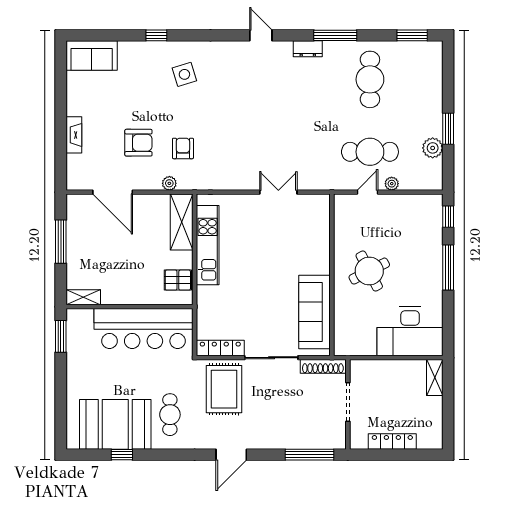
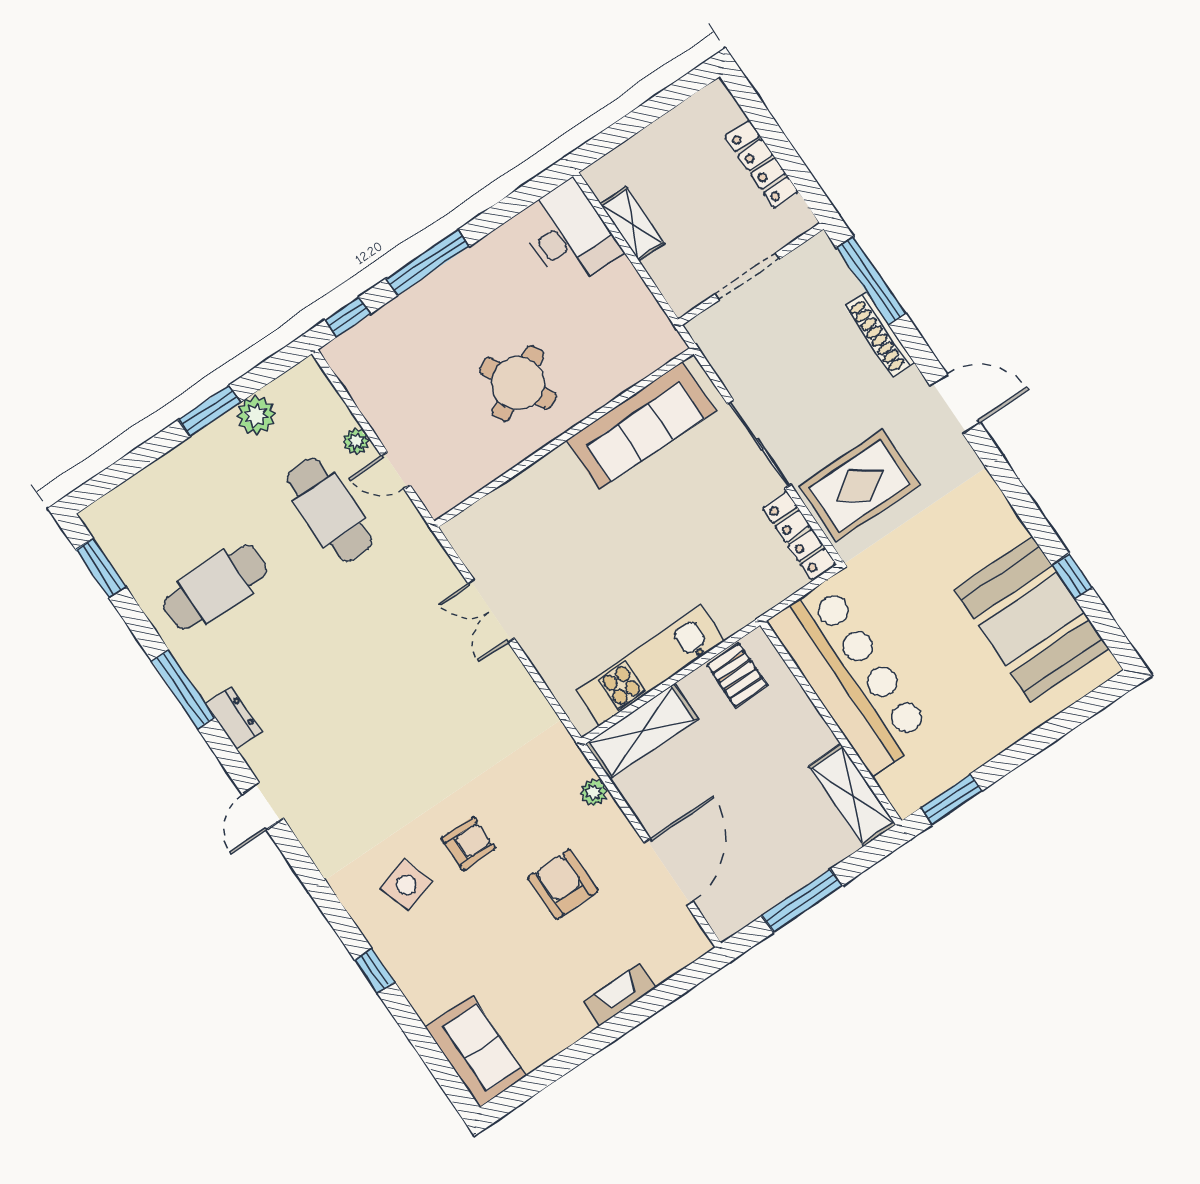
armchair: (183, 148) -> (468, 844), moved, turned 180
shelving: (83, 297) -> (852, 795), width x1.50, depth x1.33
desk: (410, 331) -> (569, 234), width x0.73, depth x0.77
shoe rack: (323, 366) -> (880, 334), moved, turned 180
shelving: (435, 378) -> (632, 224), moved, turned 90
cafe table: (170, 415) -> (958, 543), removed

